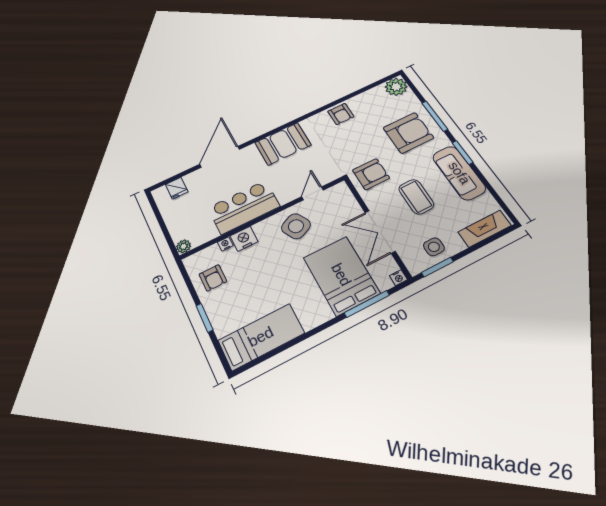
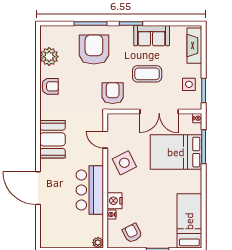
plant: (396, 87) -> (49, 57), moved
sofa: (459, 173) -> (152, 36), width x0.73
fridge: (177, 188) -> (48, 229), removed
armchair: (213, 278) -> (132, 233), turned -117

